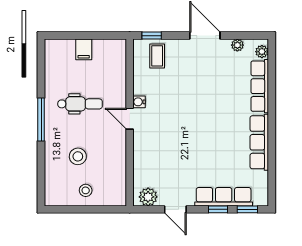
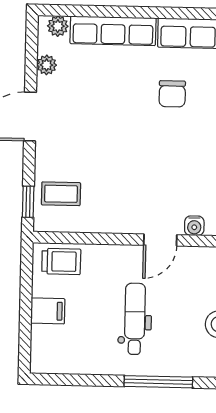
trolley: (115, 57) -> (61, 261), added
water cooler: (139, 102) -> (194, 226), moved
chair: (221, 124) -> (172, 94), added

